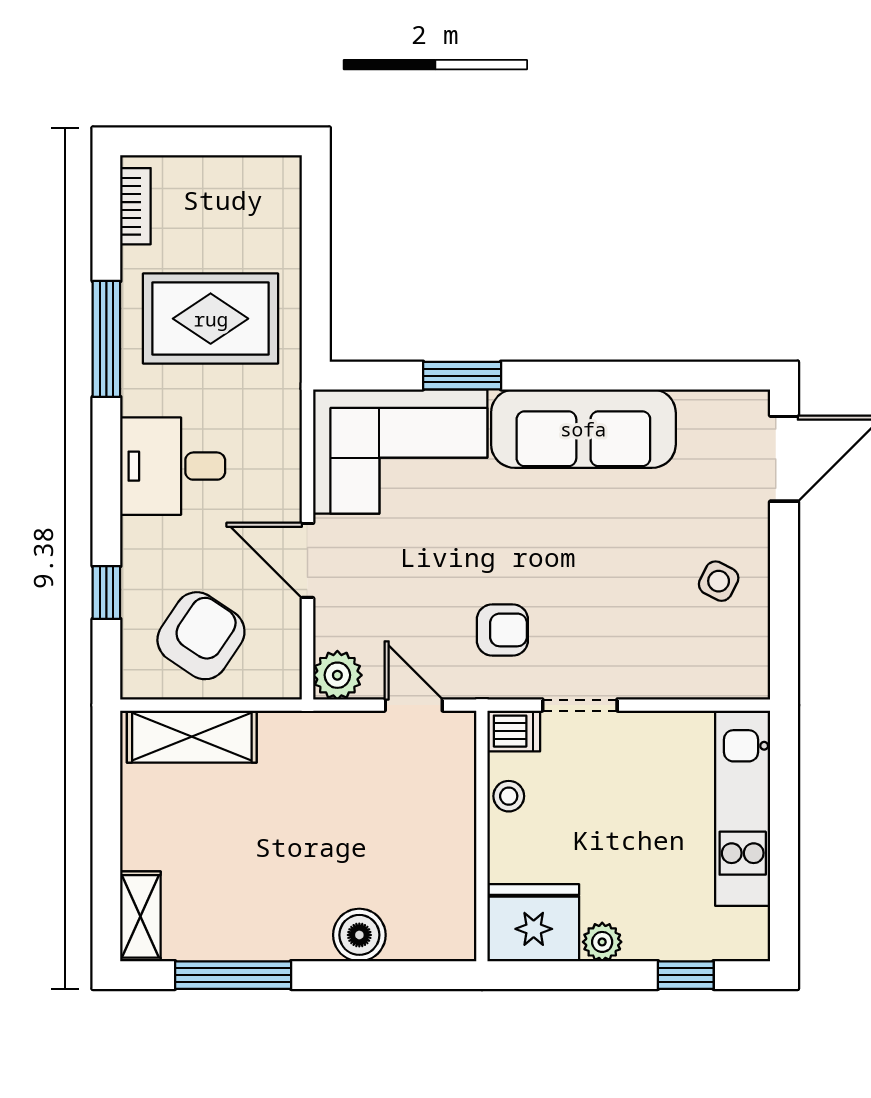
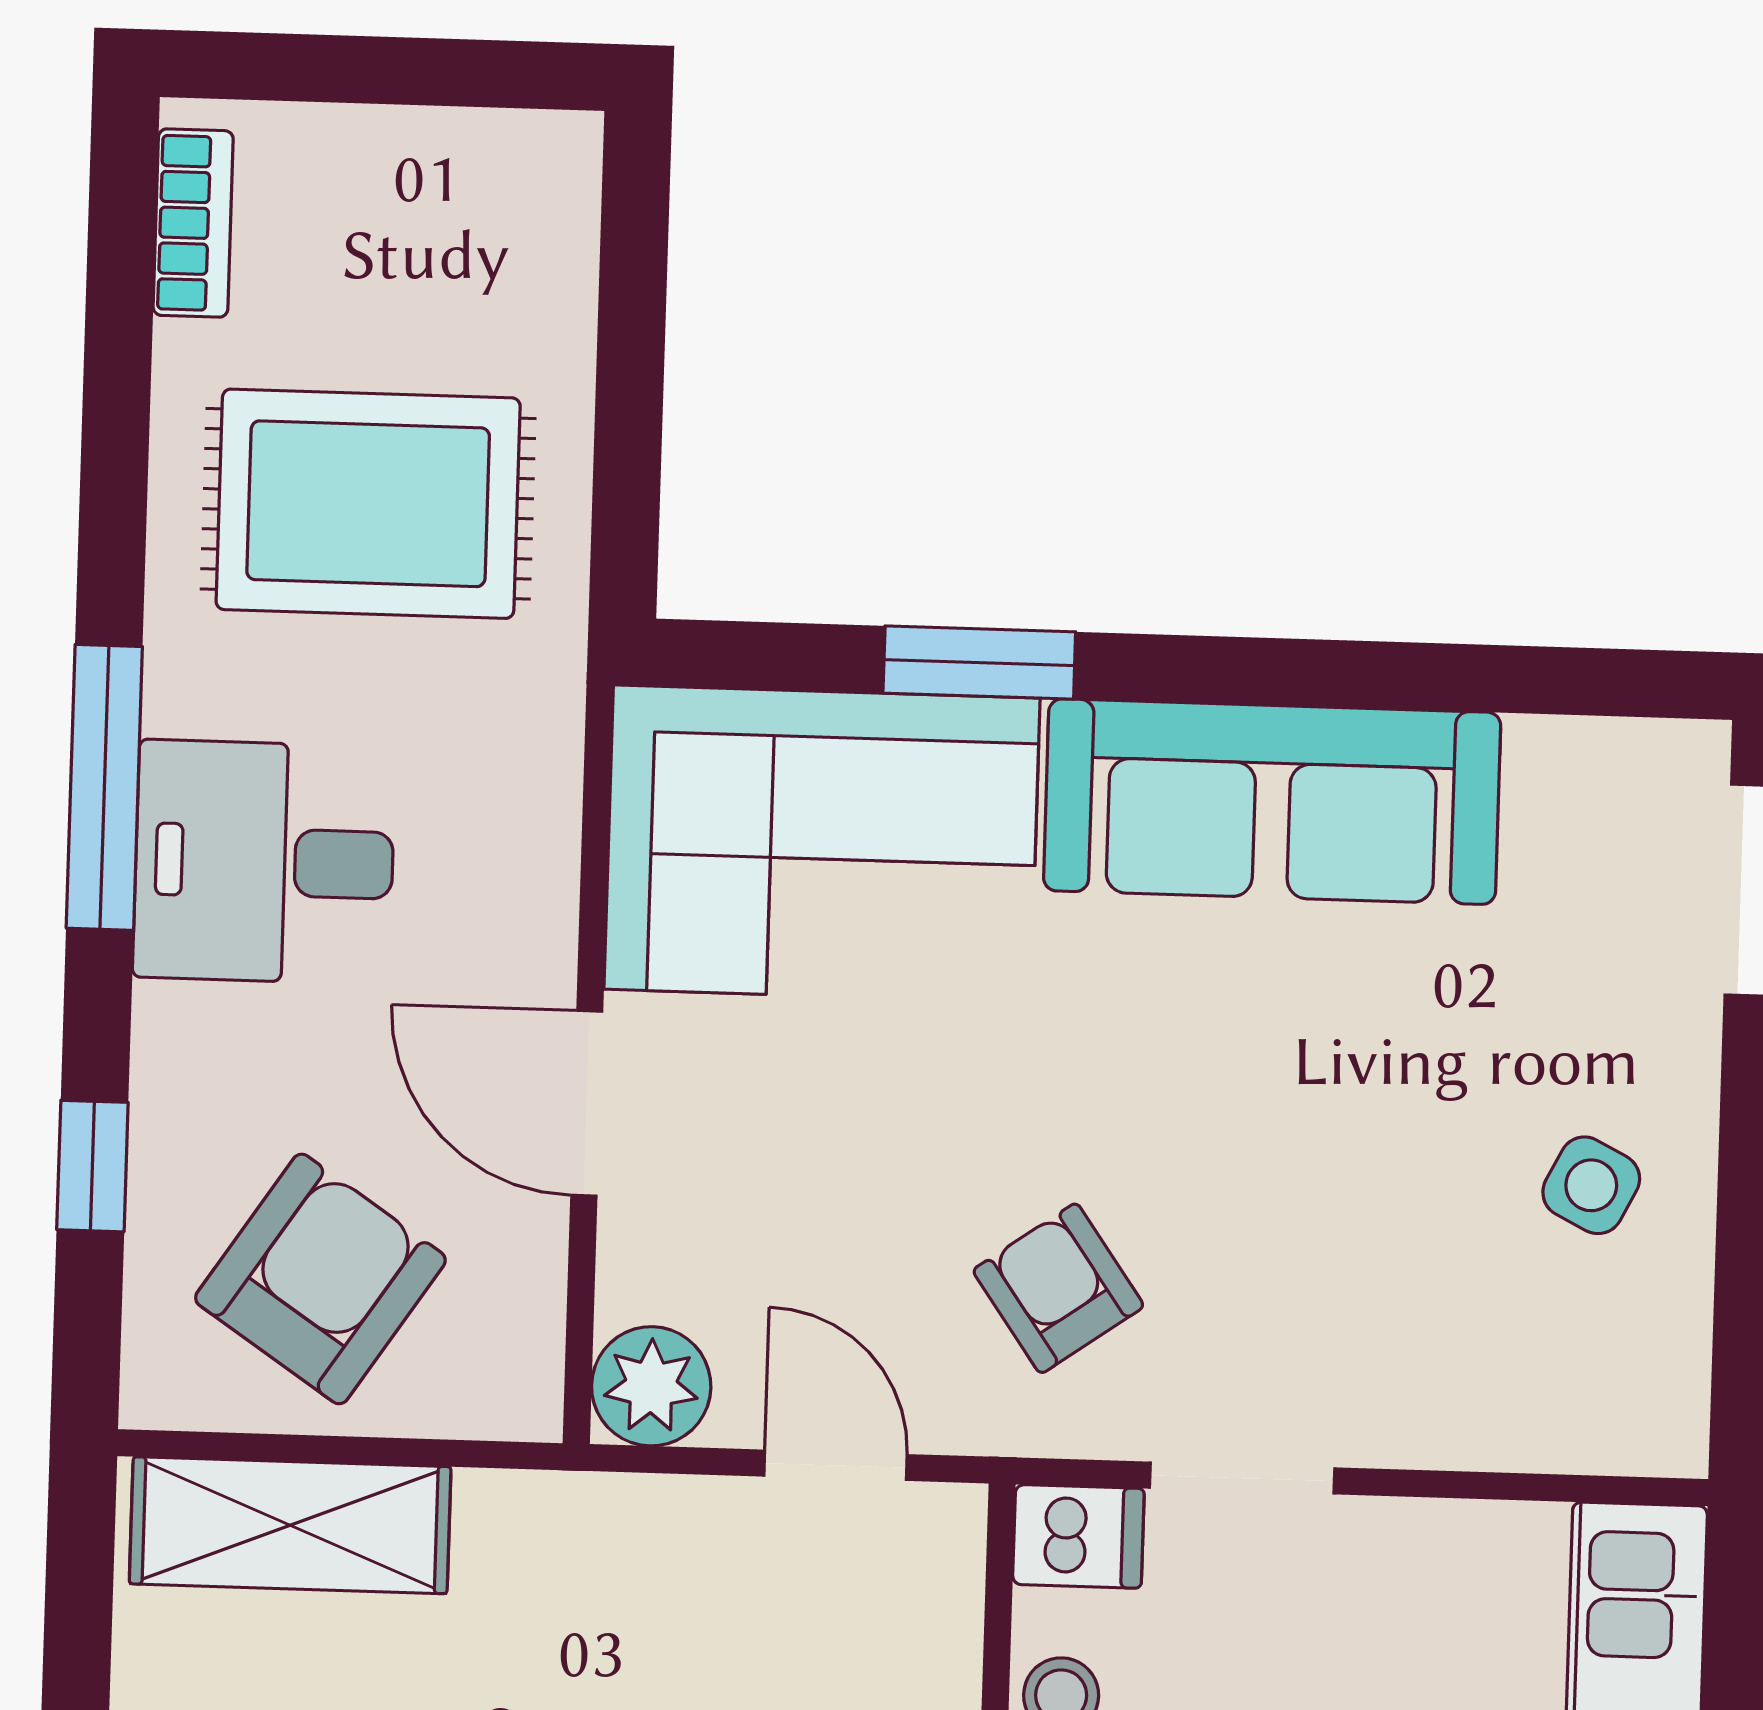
window: (106, 339) -> (104, 787), moved
armchair: (502, 630) -> (1058, 1288), turned -125

